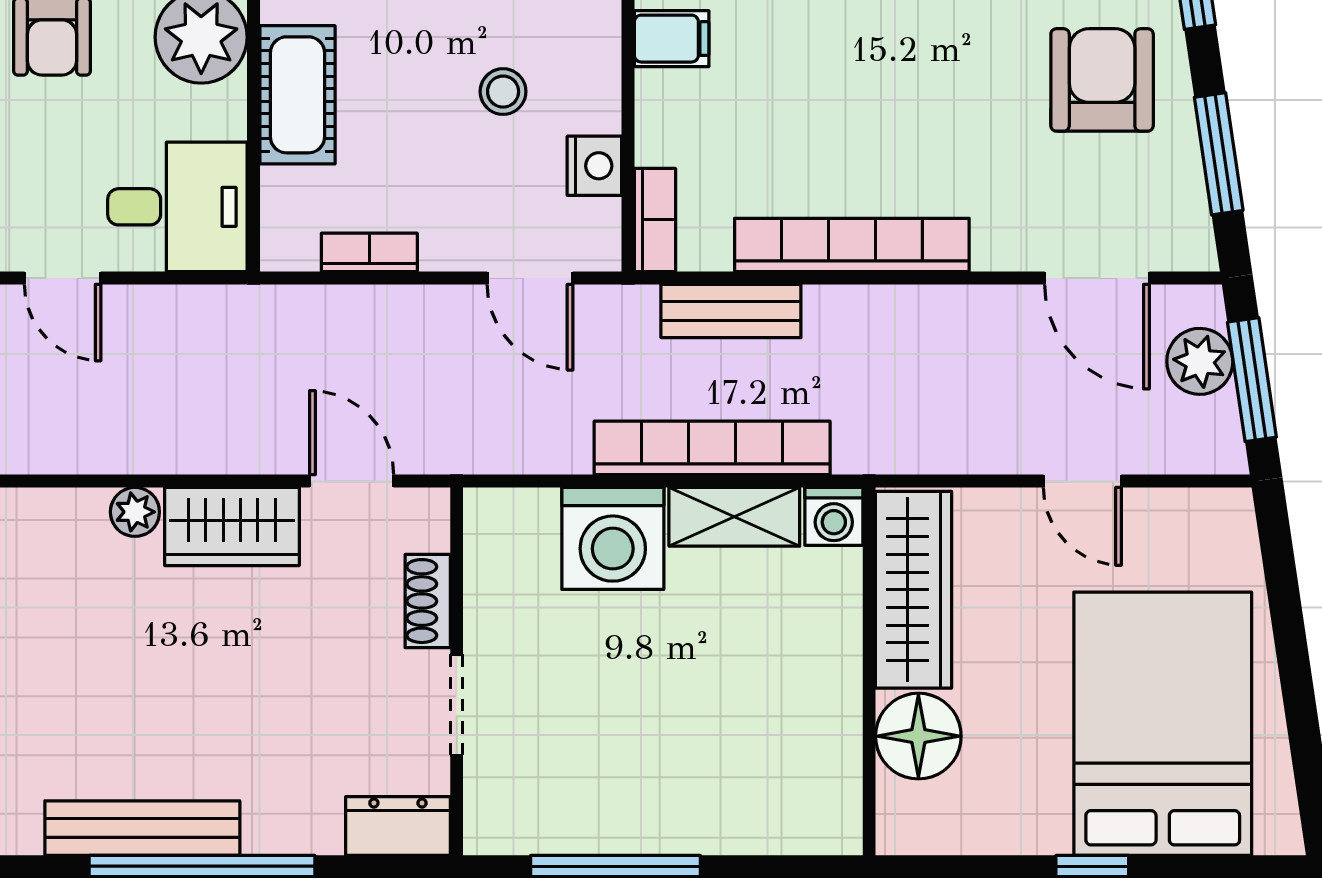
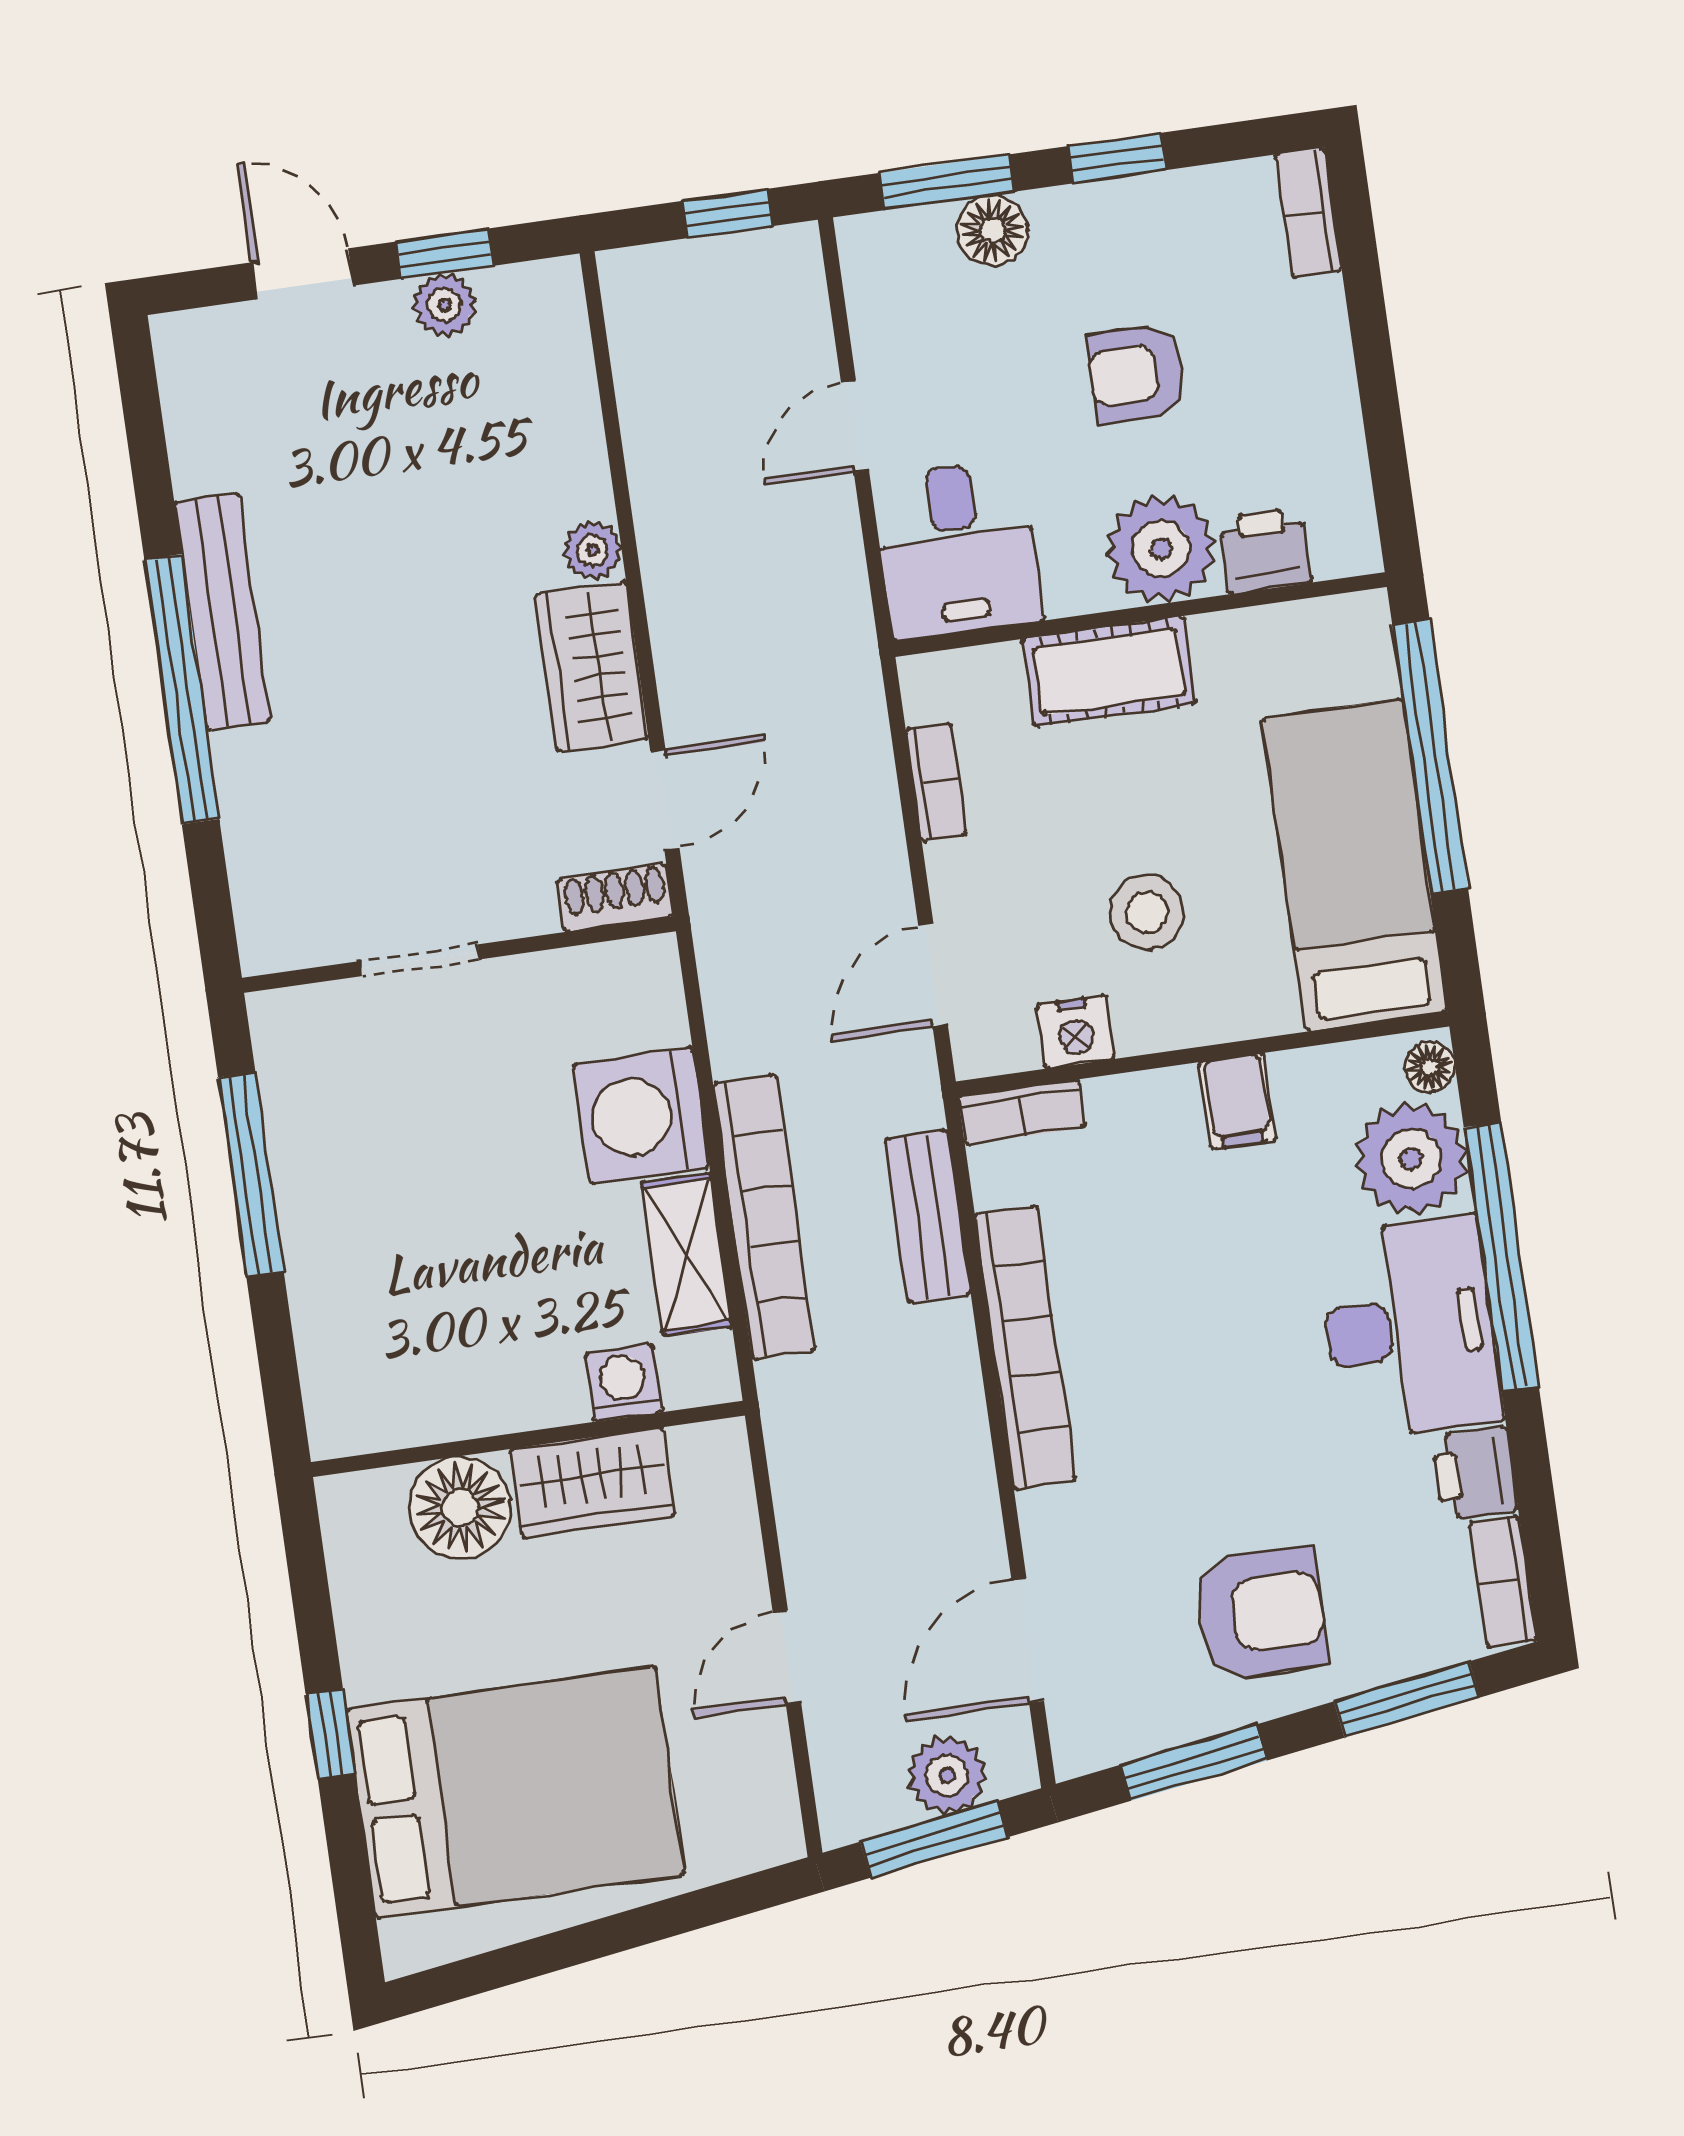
stool: (503, 92) -> (1147, 912), width x1.37, depth x1.37
washing machine: (834, 516) -> (623, 1383), moved, turned 90
wardrobe: (914, 590) -> (593, 1483), width x0.67
shoe rack: (428, 601) -> (615, 898), moved
dresser: (398, 826) -> (268, 912), removed

